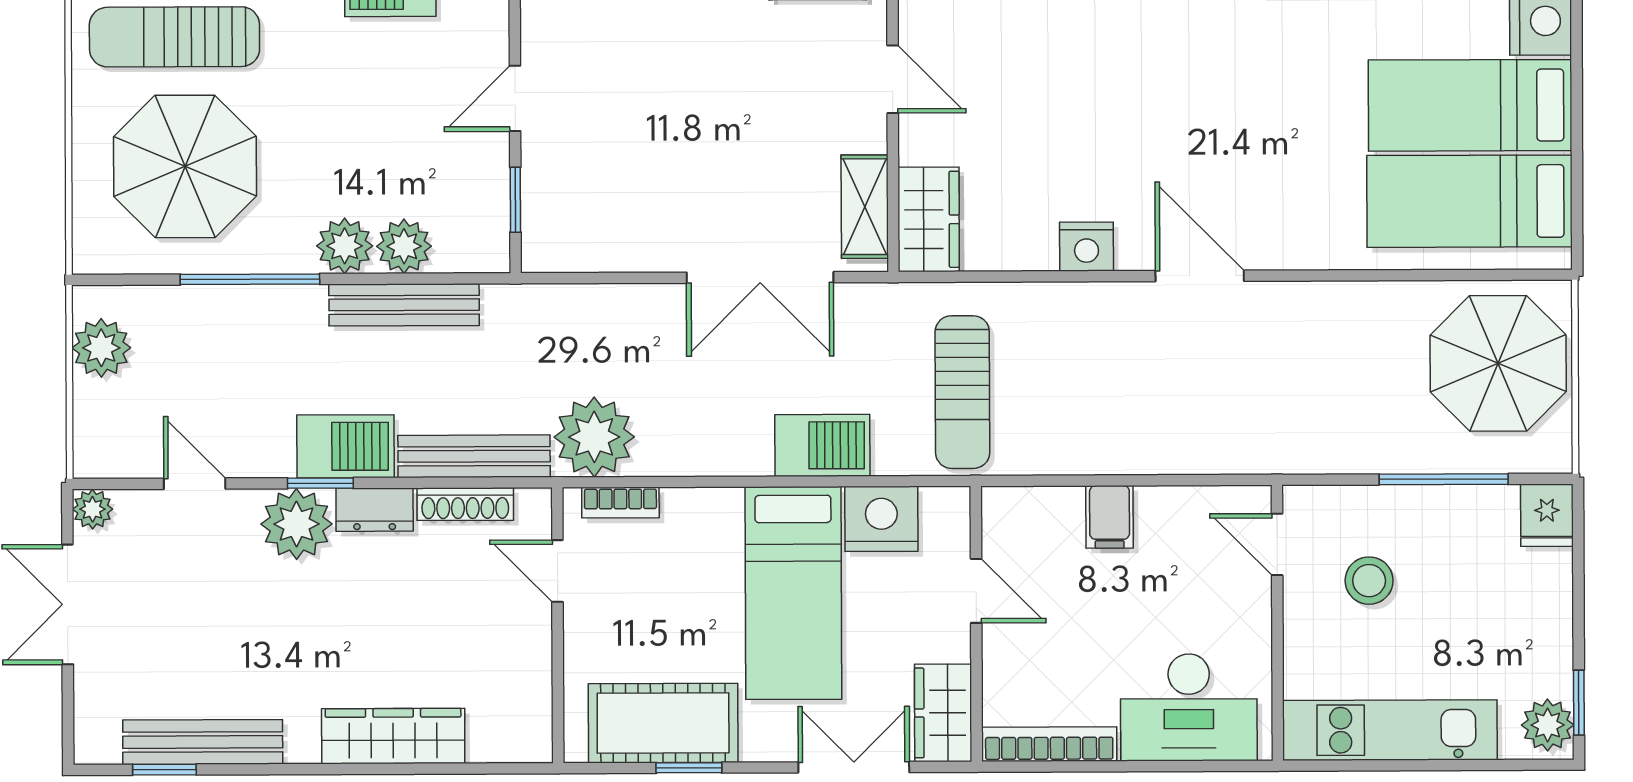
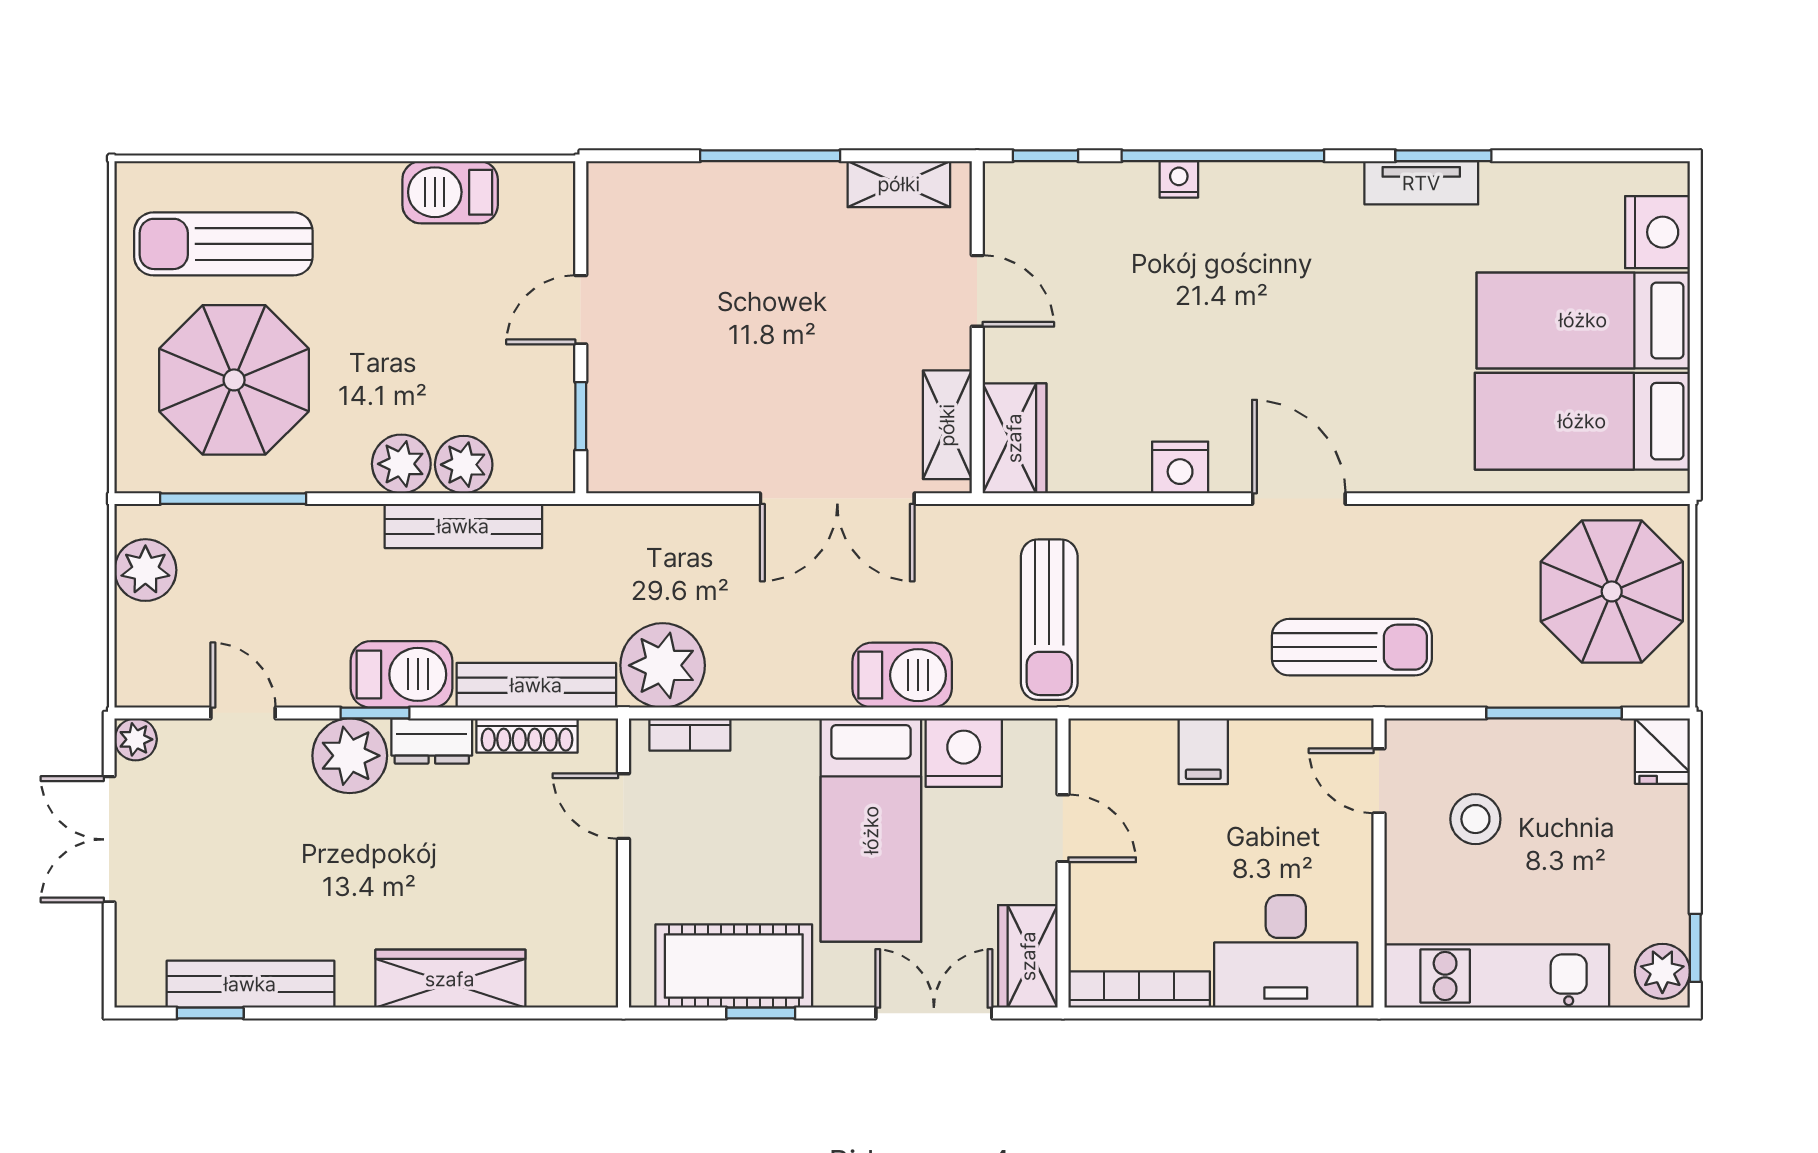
window: (250, 279) -> (233, 499), moved
sun lounger: (1251, 417) -> (1352, 647), added

